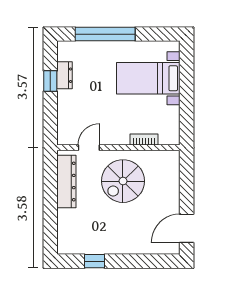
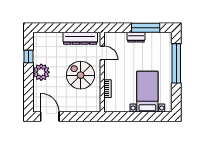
dresser: (65, 75) -> (136, 37), moved
window: (50, 81) -> (146, 28), width x2.17
plant: (119, 241) -> (41, 72), added

